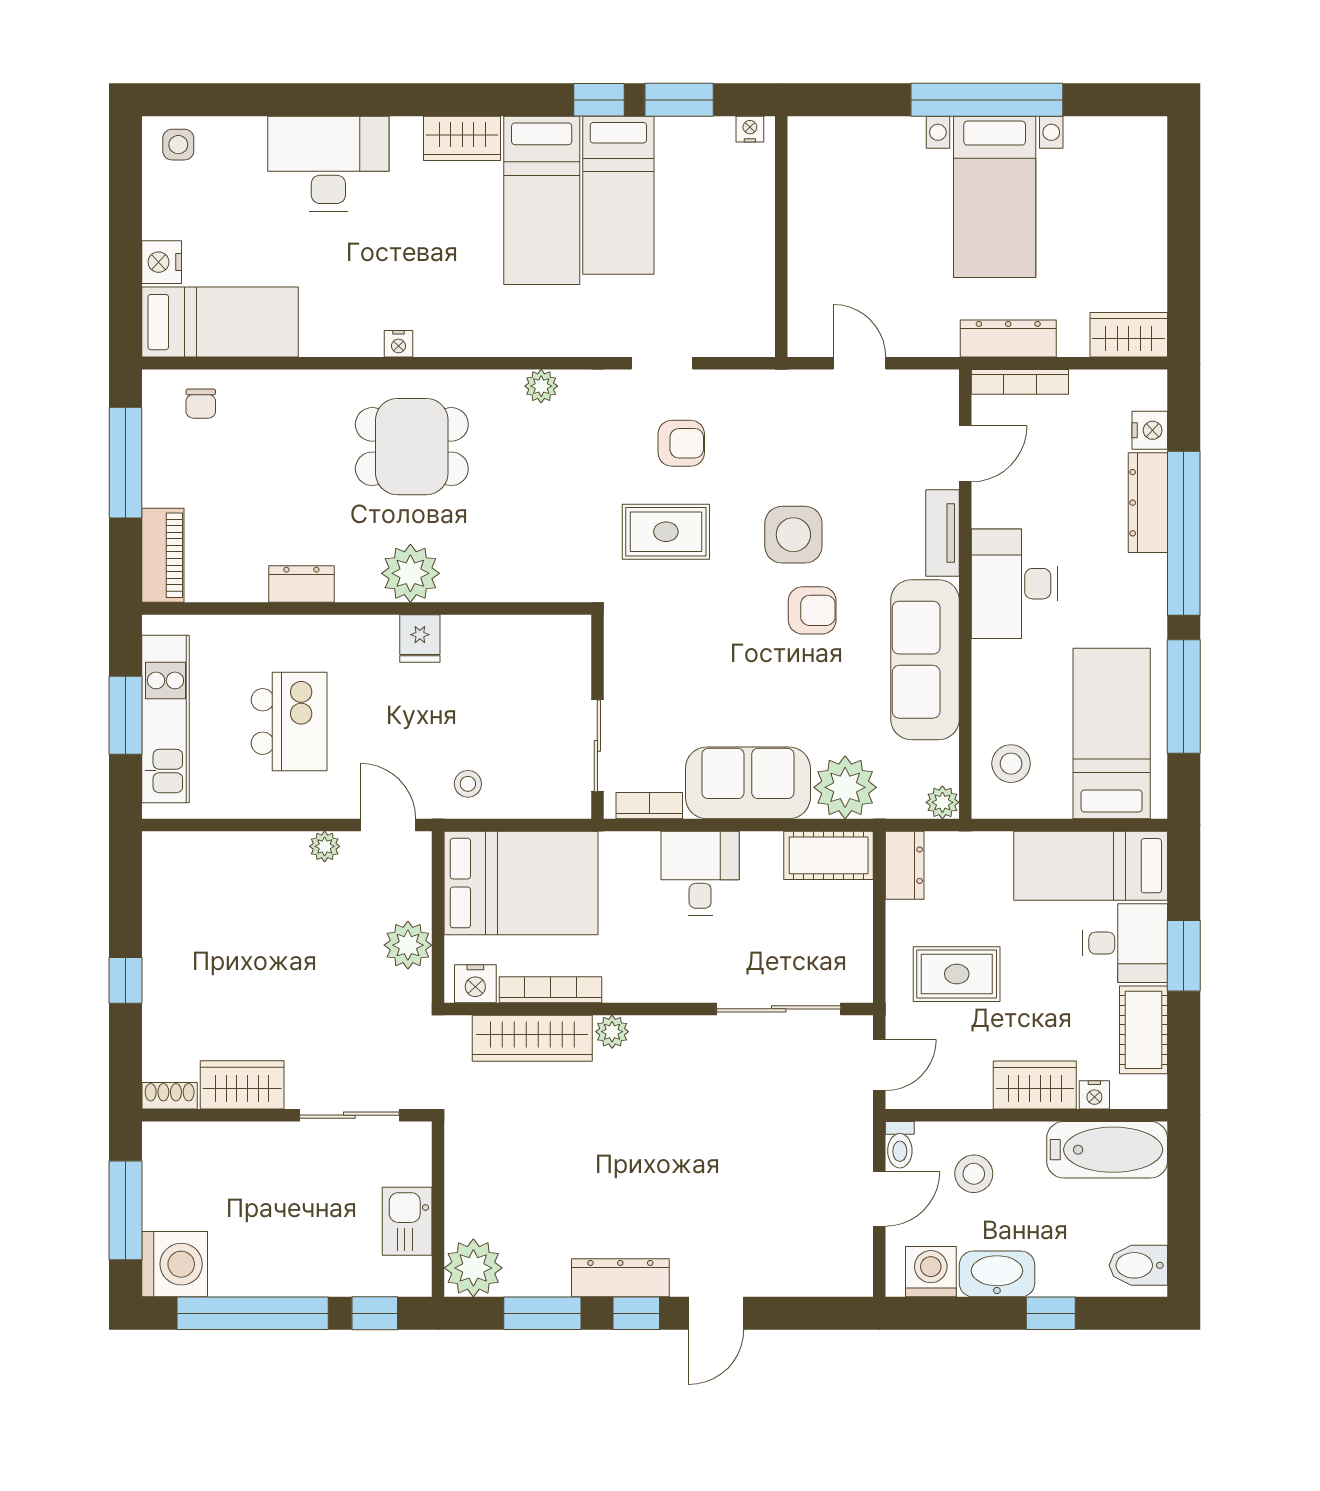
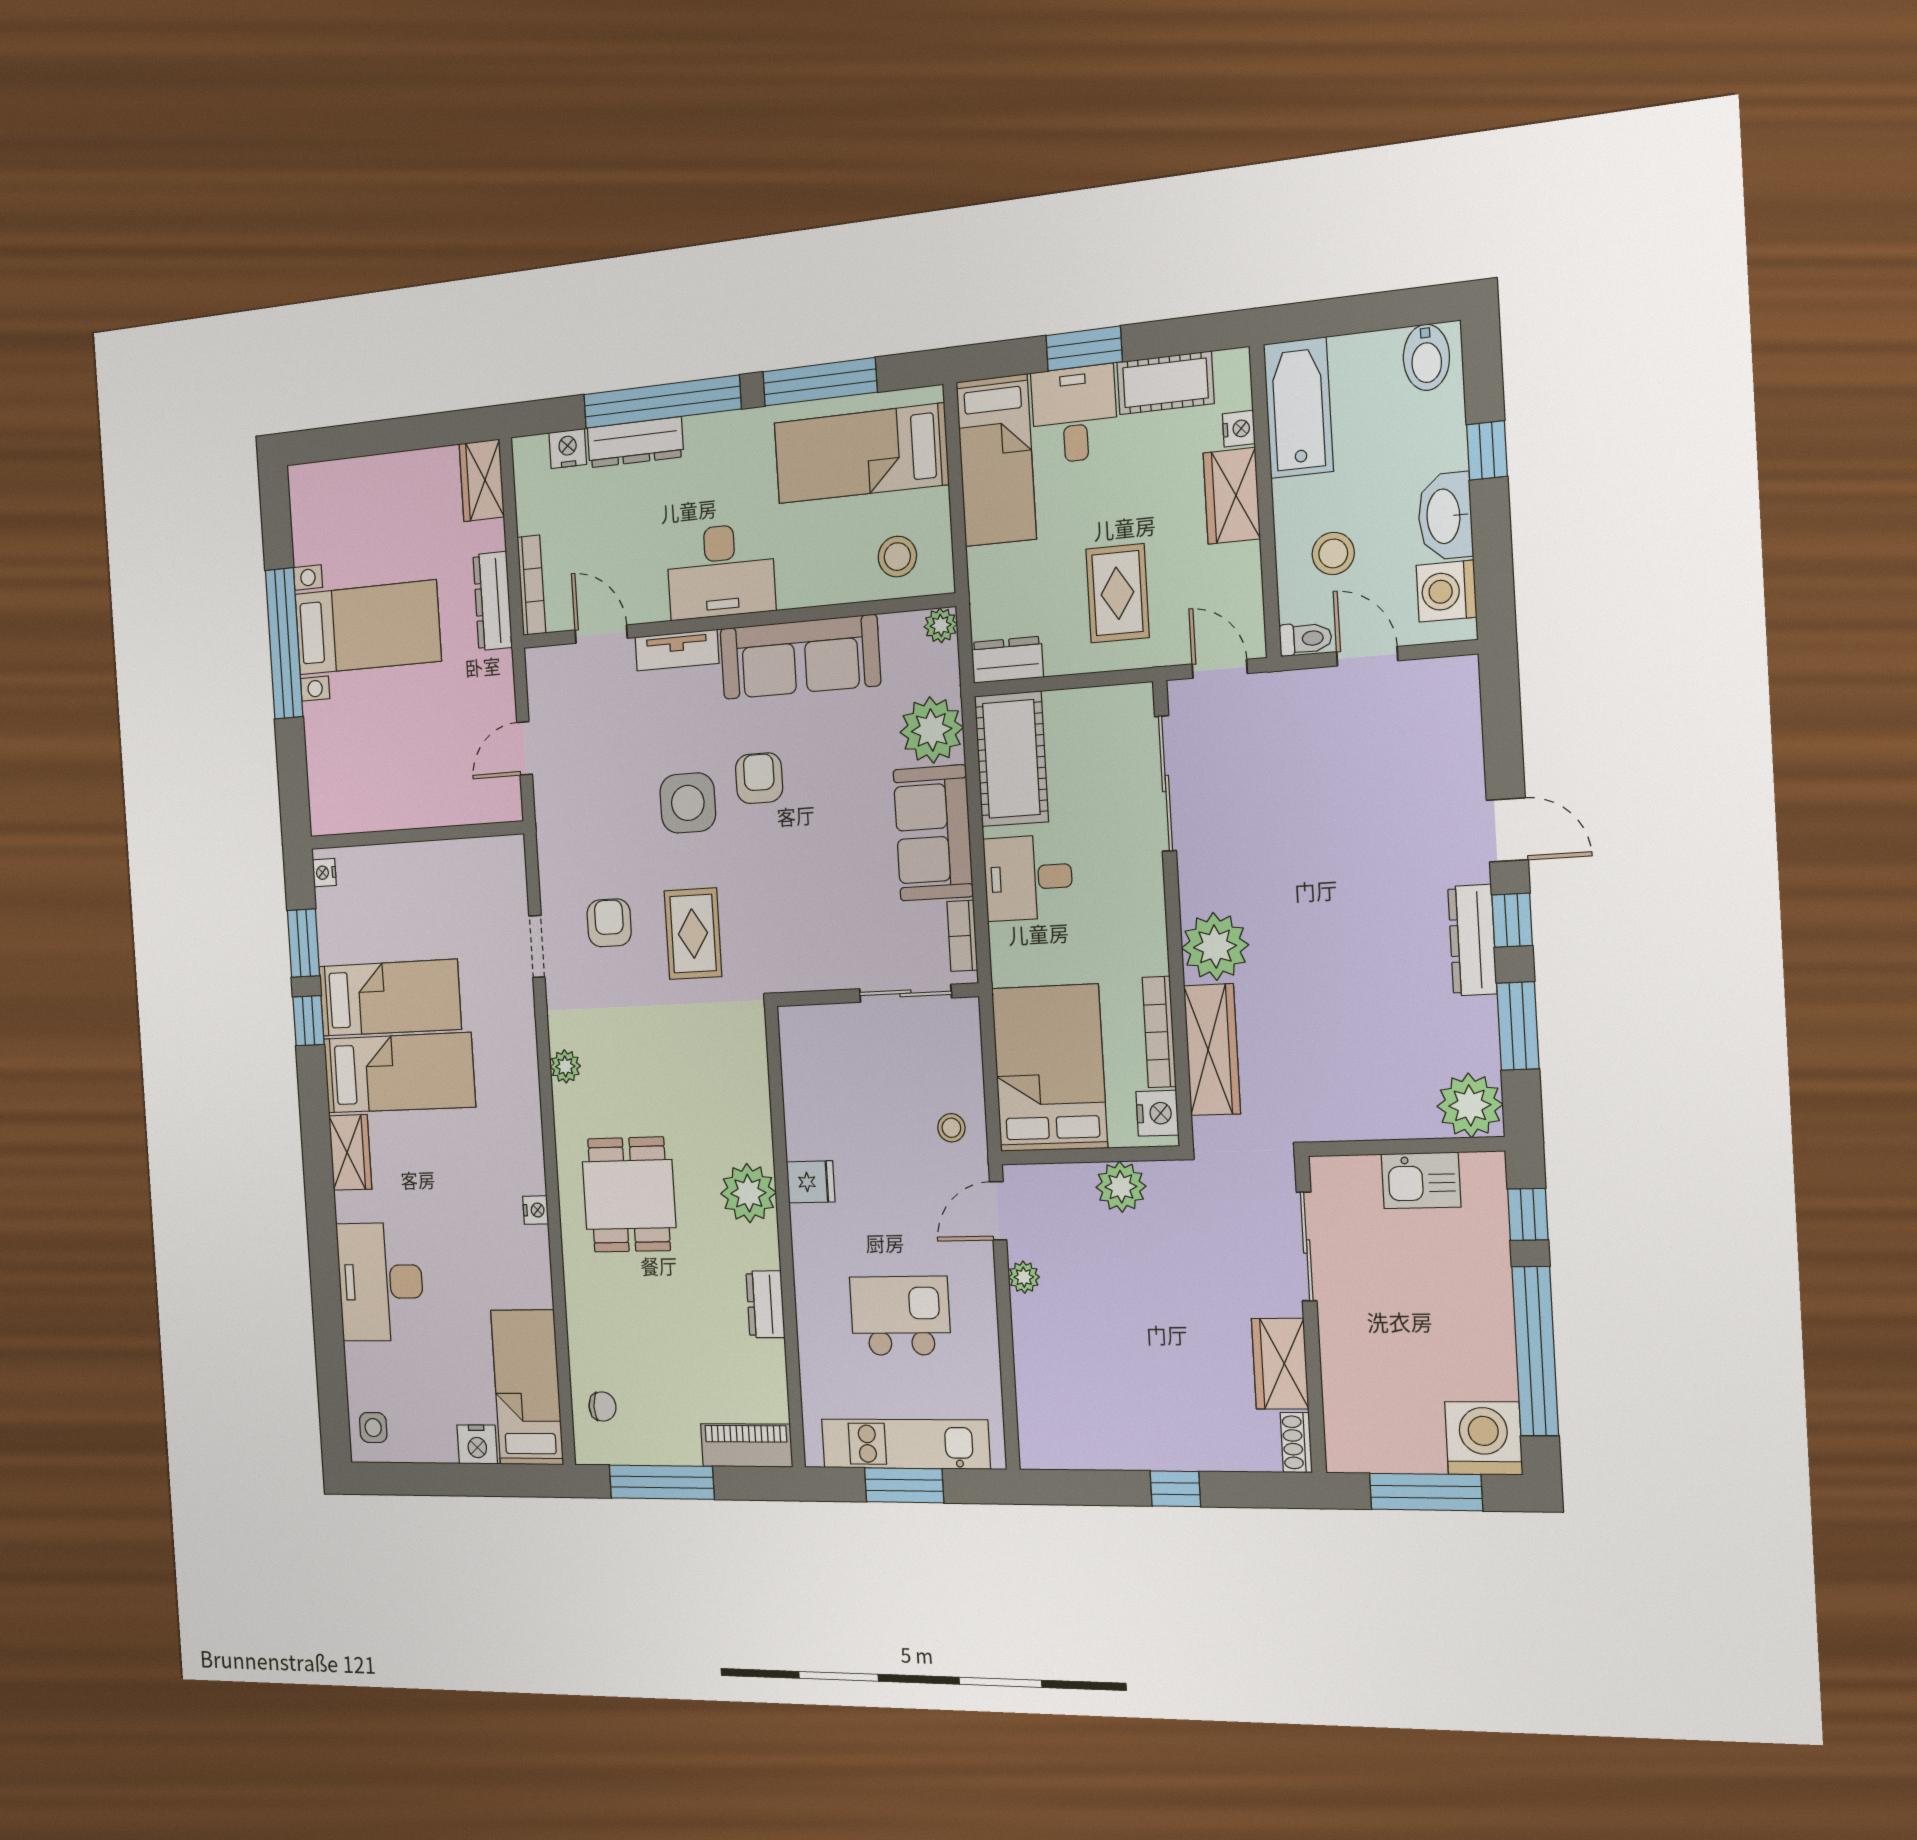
cot: (829, 855) -> (1011, 759), width x1.37, depth x1.34
plant: (612, 1032) -> (1215, 946), width x1.88, depth x1.88

